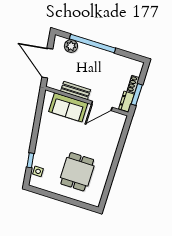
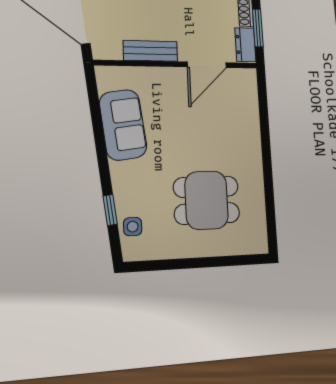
sofa: (68, 107) -> (123, 125), moved, turned -98
dining table: (77, 172) -> (206, 200), turned 90

